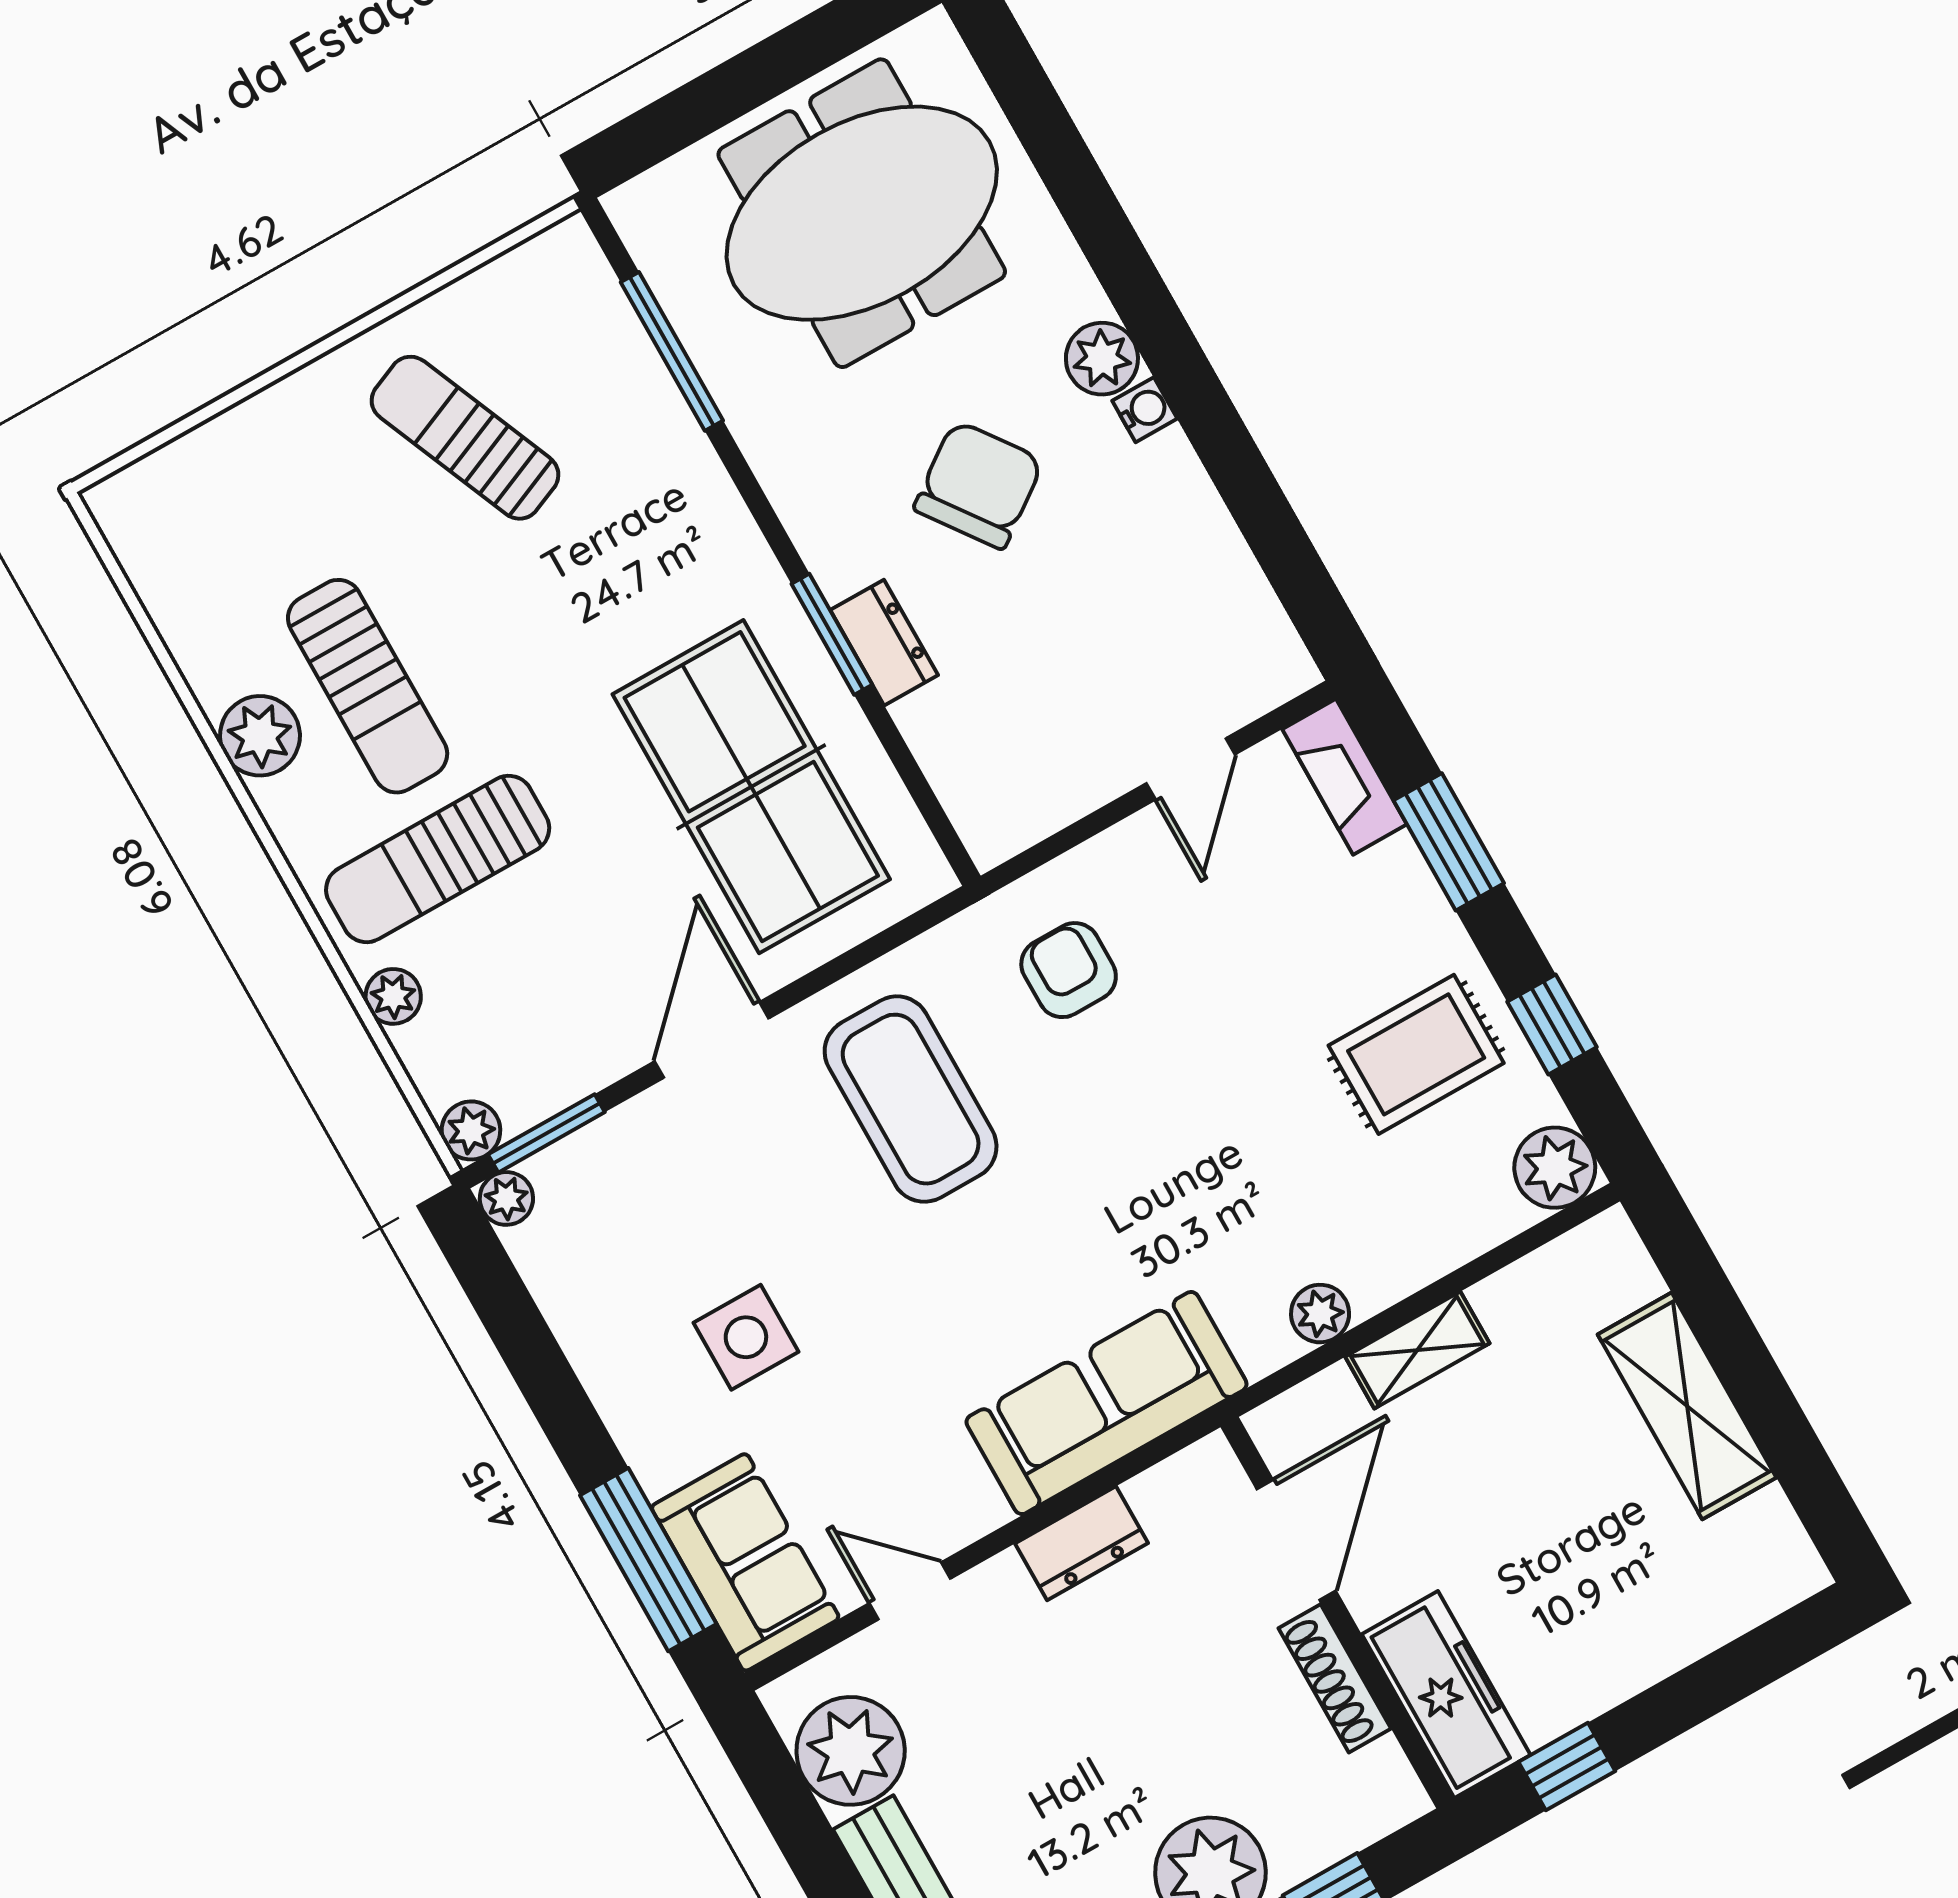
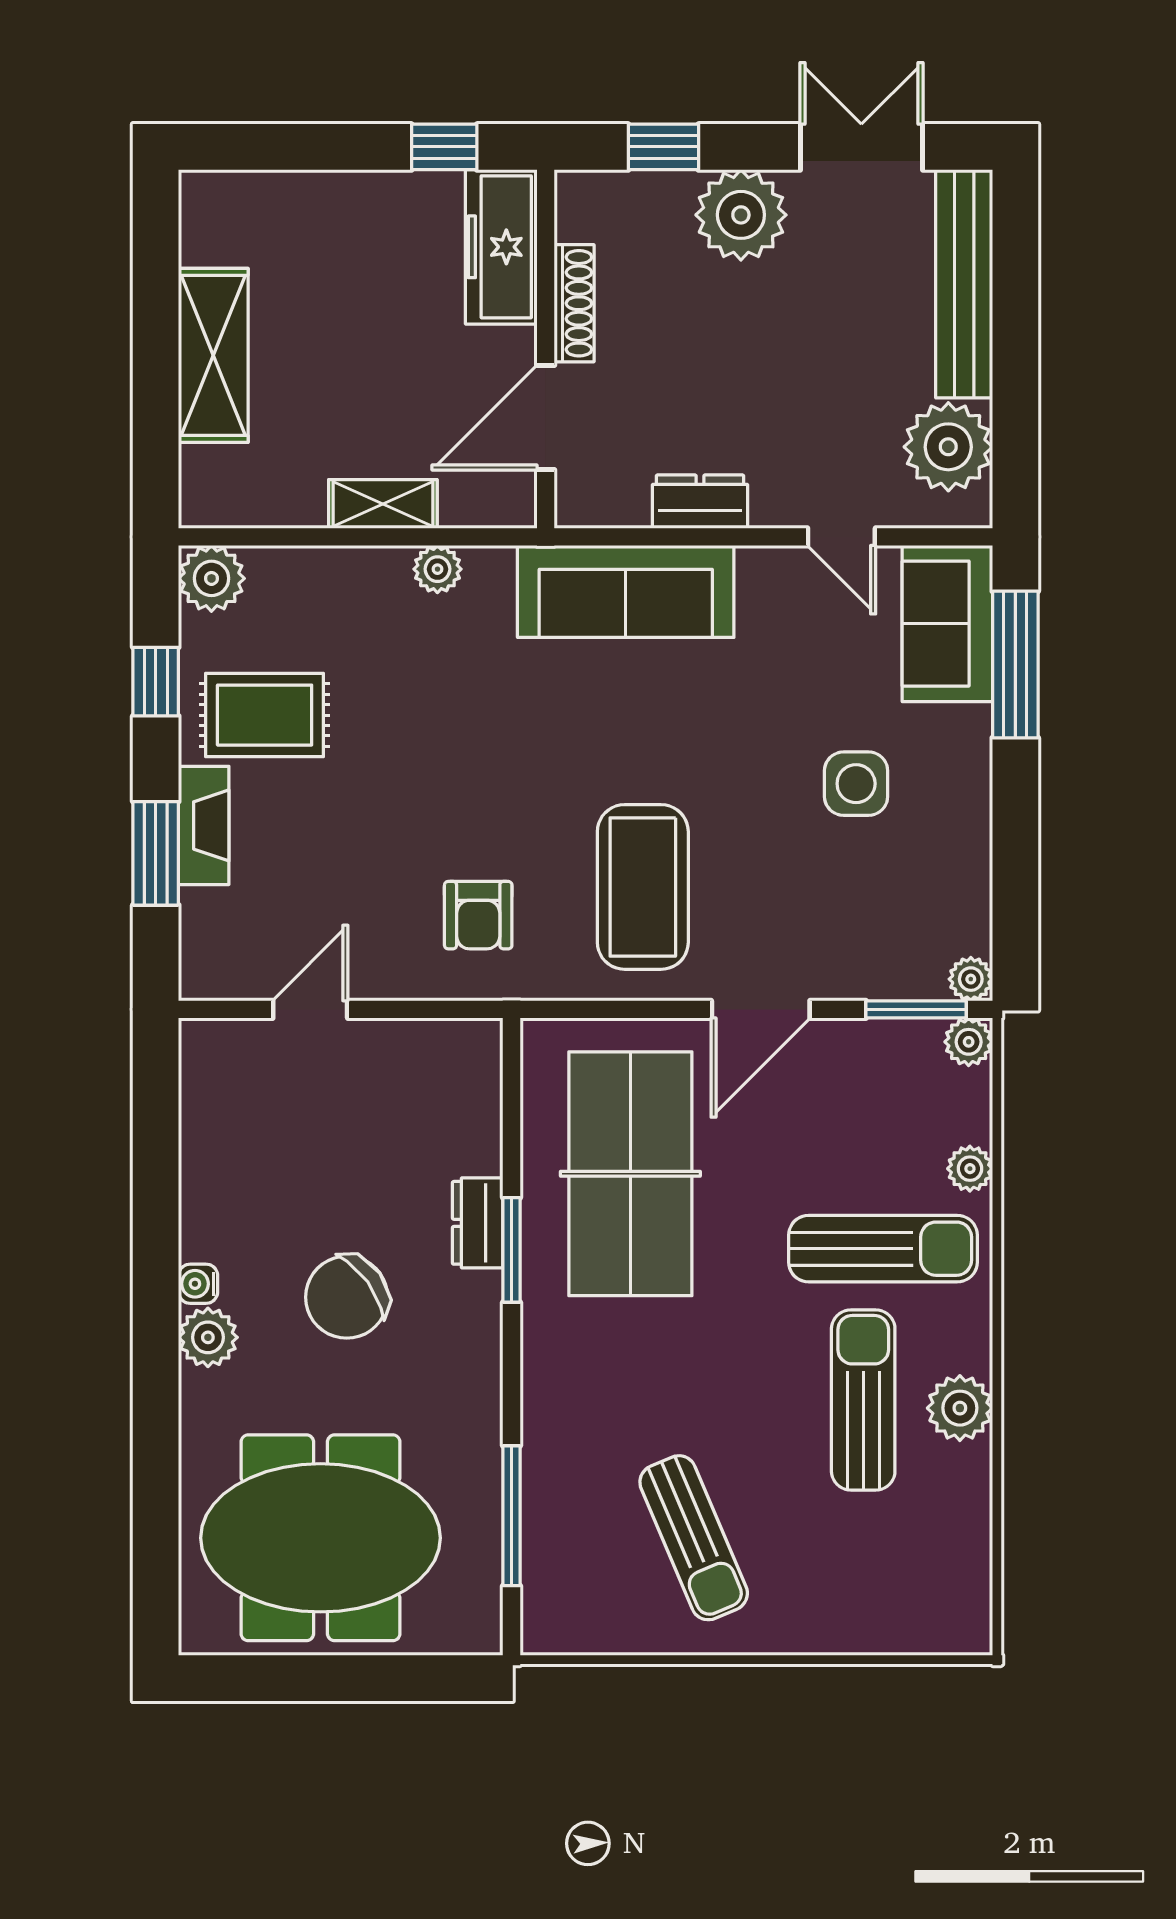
fireplace: (1344, 777) -> (204, 825), moved

